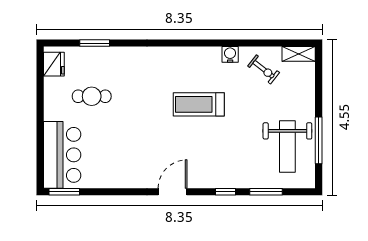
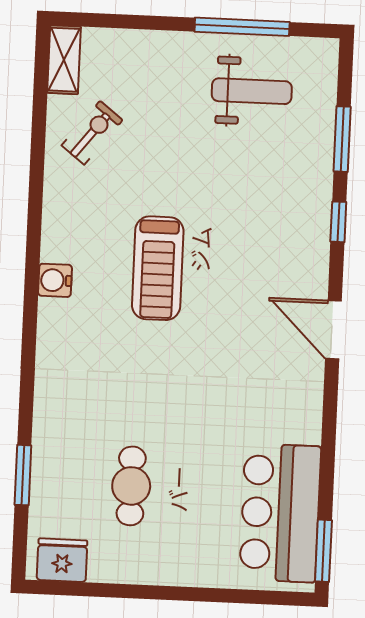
water cooler: (230, 54) -> (55, 280), moved
weight bench: (287, 146) -> (252, 91), width x0.73, depth x0.75
bar counter: (62, 155) -> (280, 513), moved, turned -90

